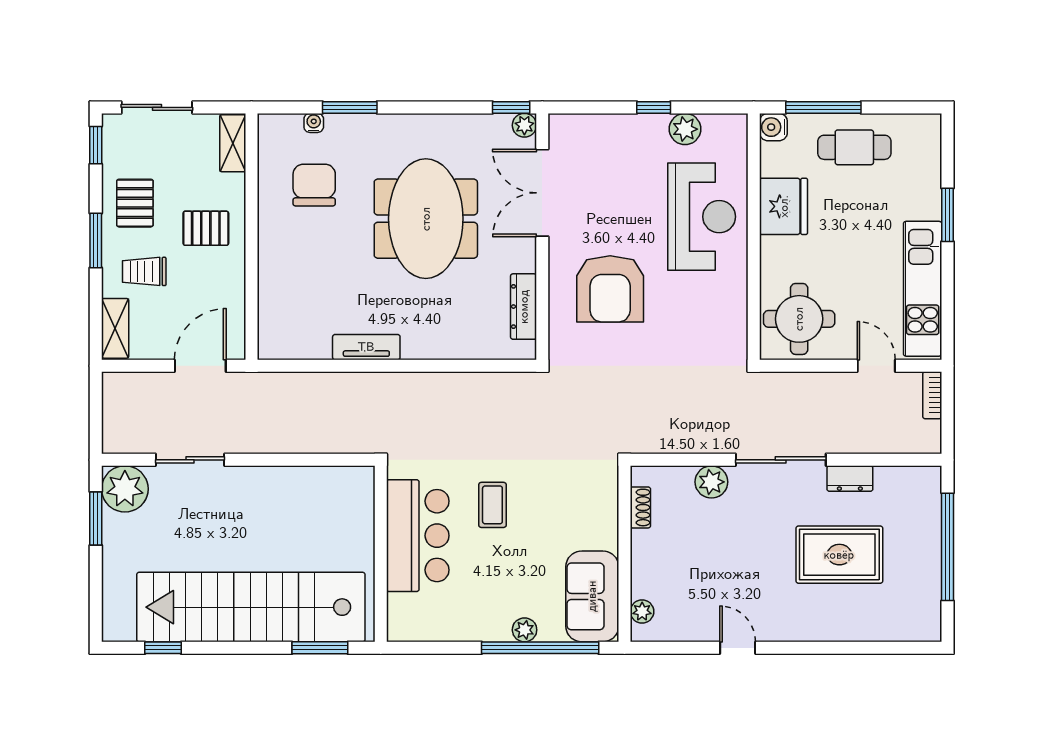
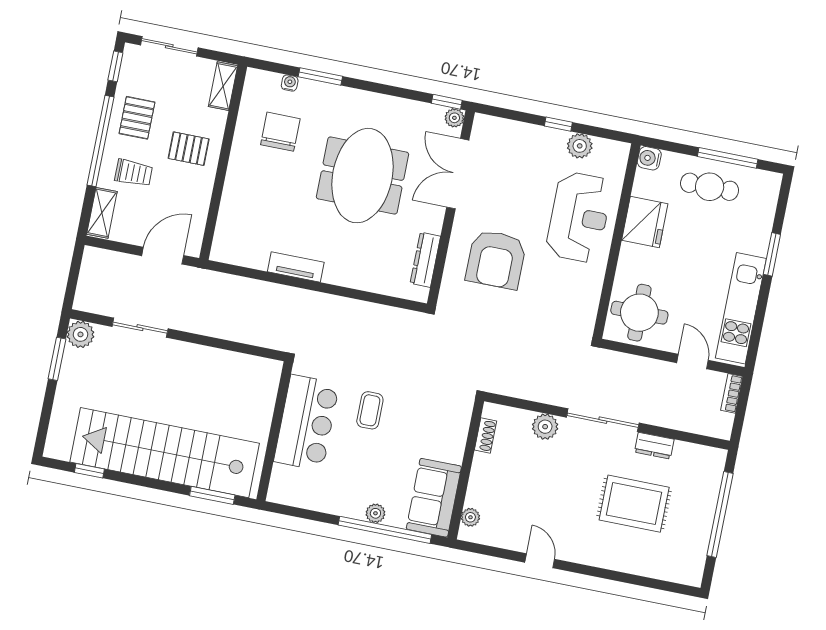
window: (823, 107) -> (728, 158), moved
window: (96, 240) -> (101, 141), width x2.11
trolley: (144, 271) -> (134, 173), turned 180
plant: (125, 489) -> (80, 334), width x0.73, depth x0.73

